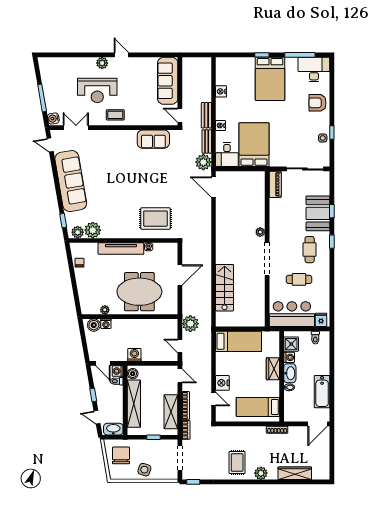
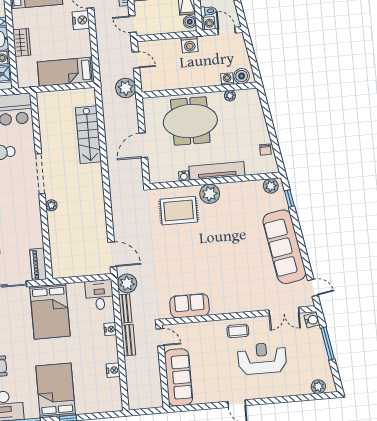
plant: (102, 63) -> (318, 387), moved
bed: (254, 145) -> (50, 311), moved
plant: (93, 230) -> (210, 194), moved

